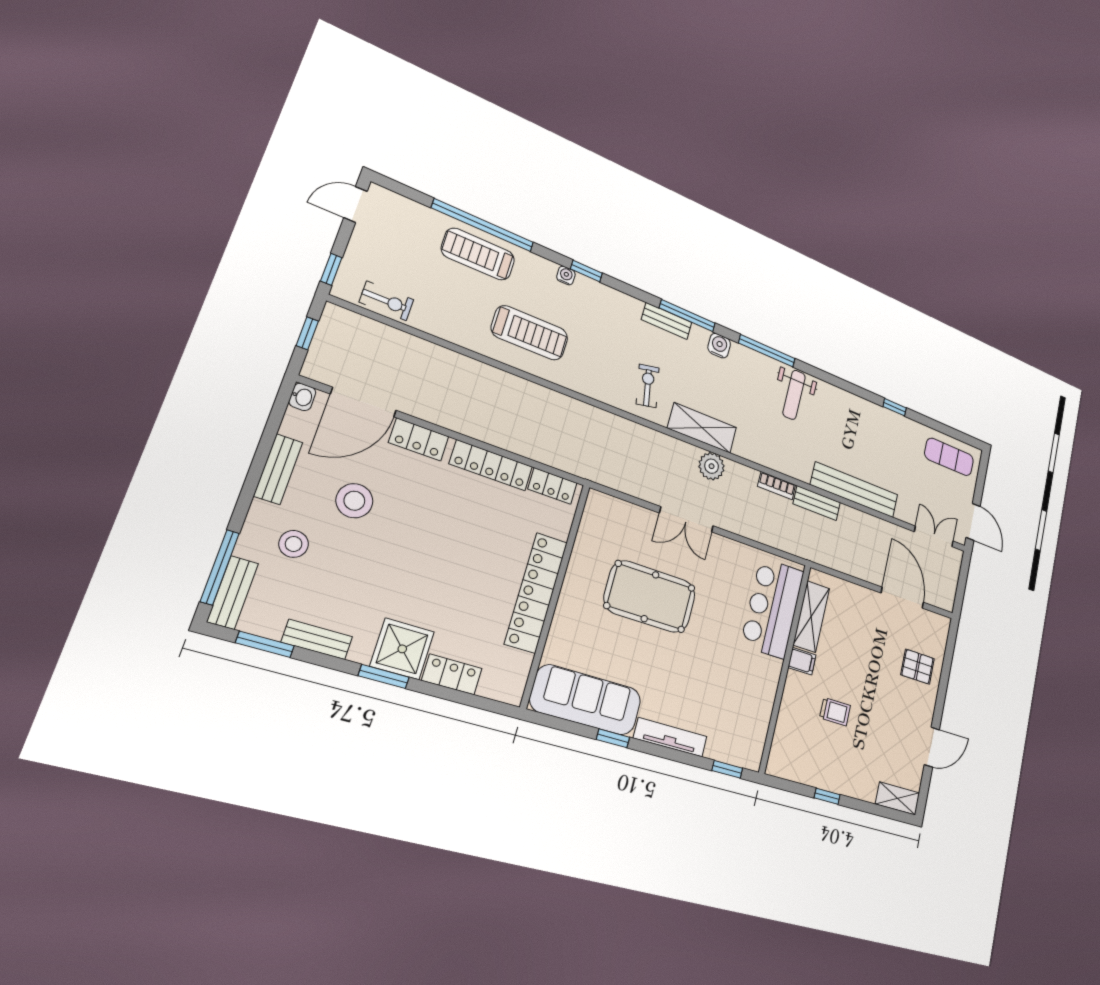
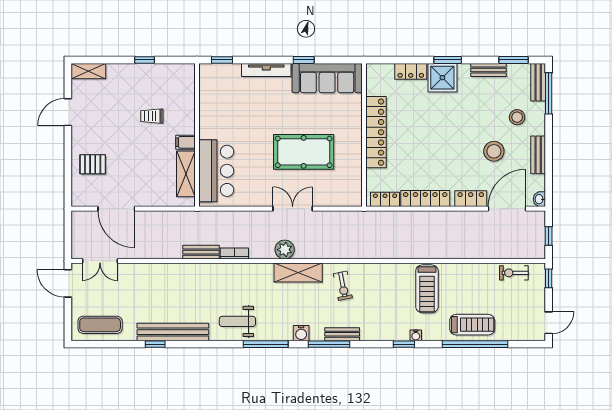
treadmill: (530, 333) -> (427, 289), turned -90
weight bench: (794, 395) -> (237, 321), turned -90
bench: (855, 490) -> (173, 332), moved

